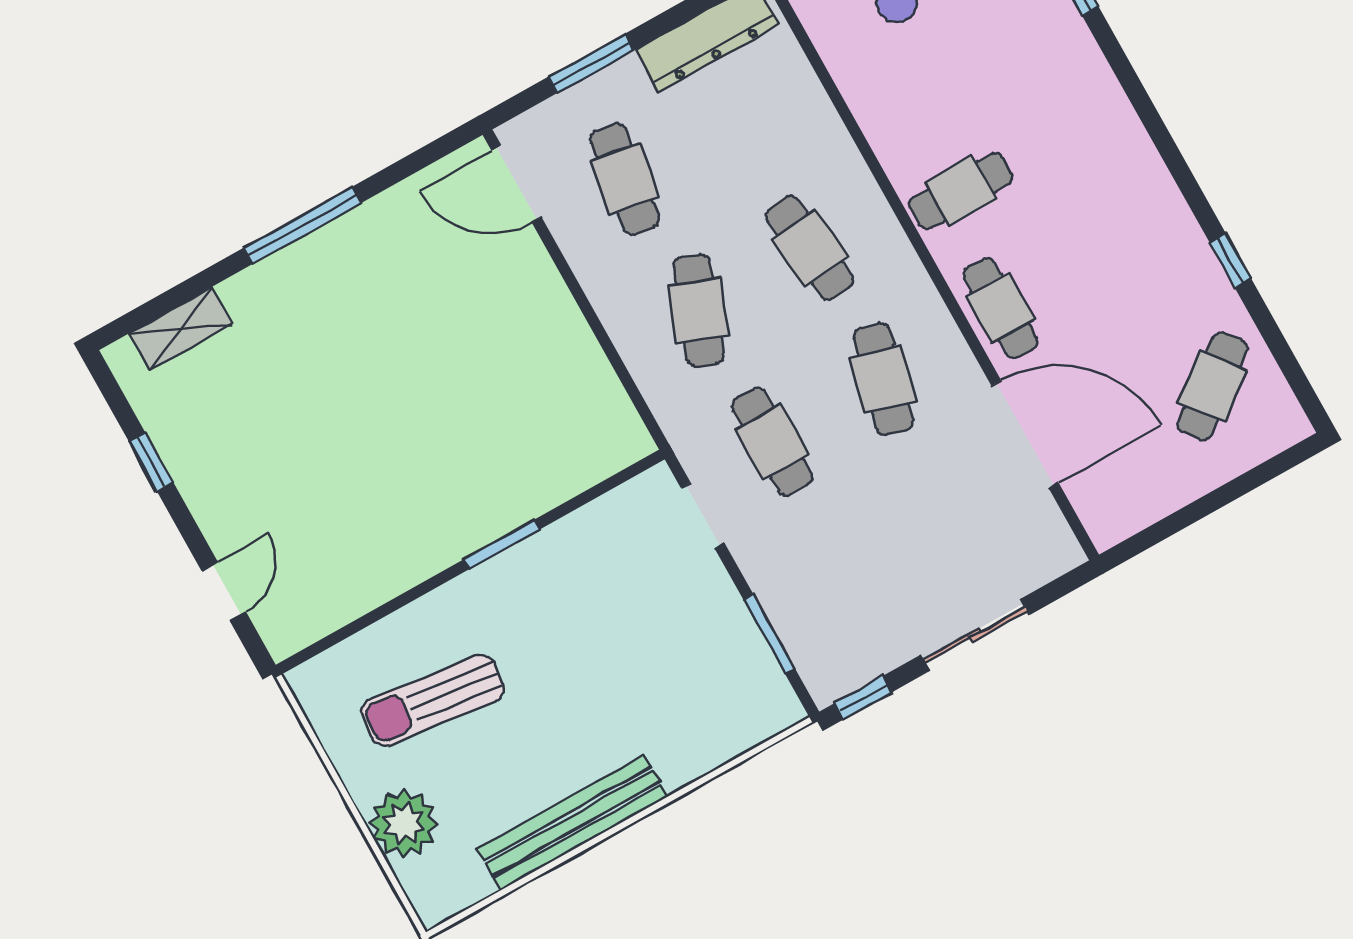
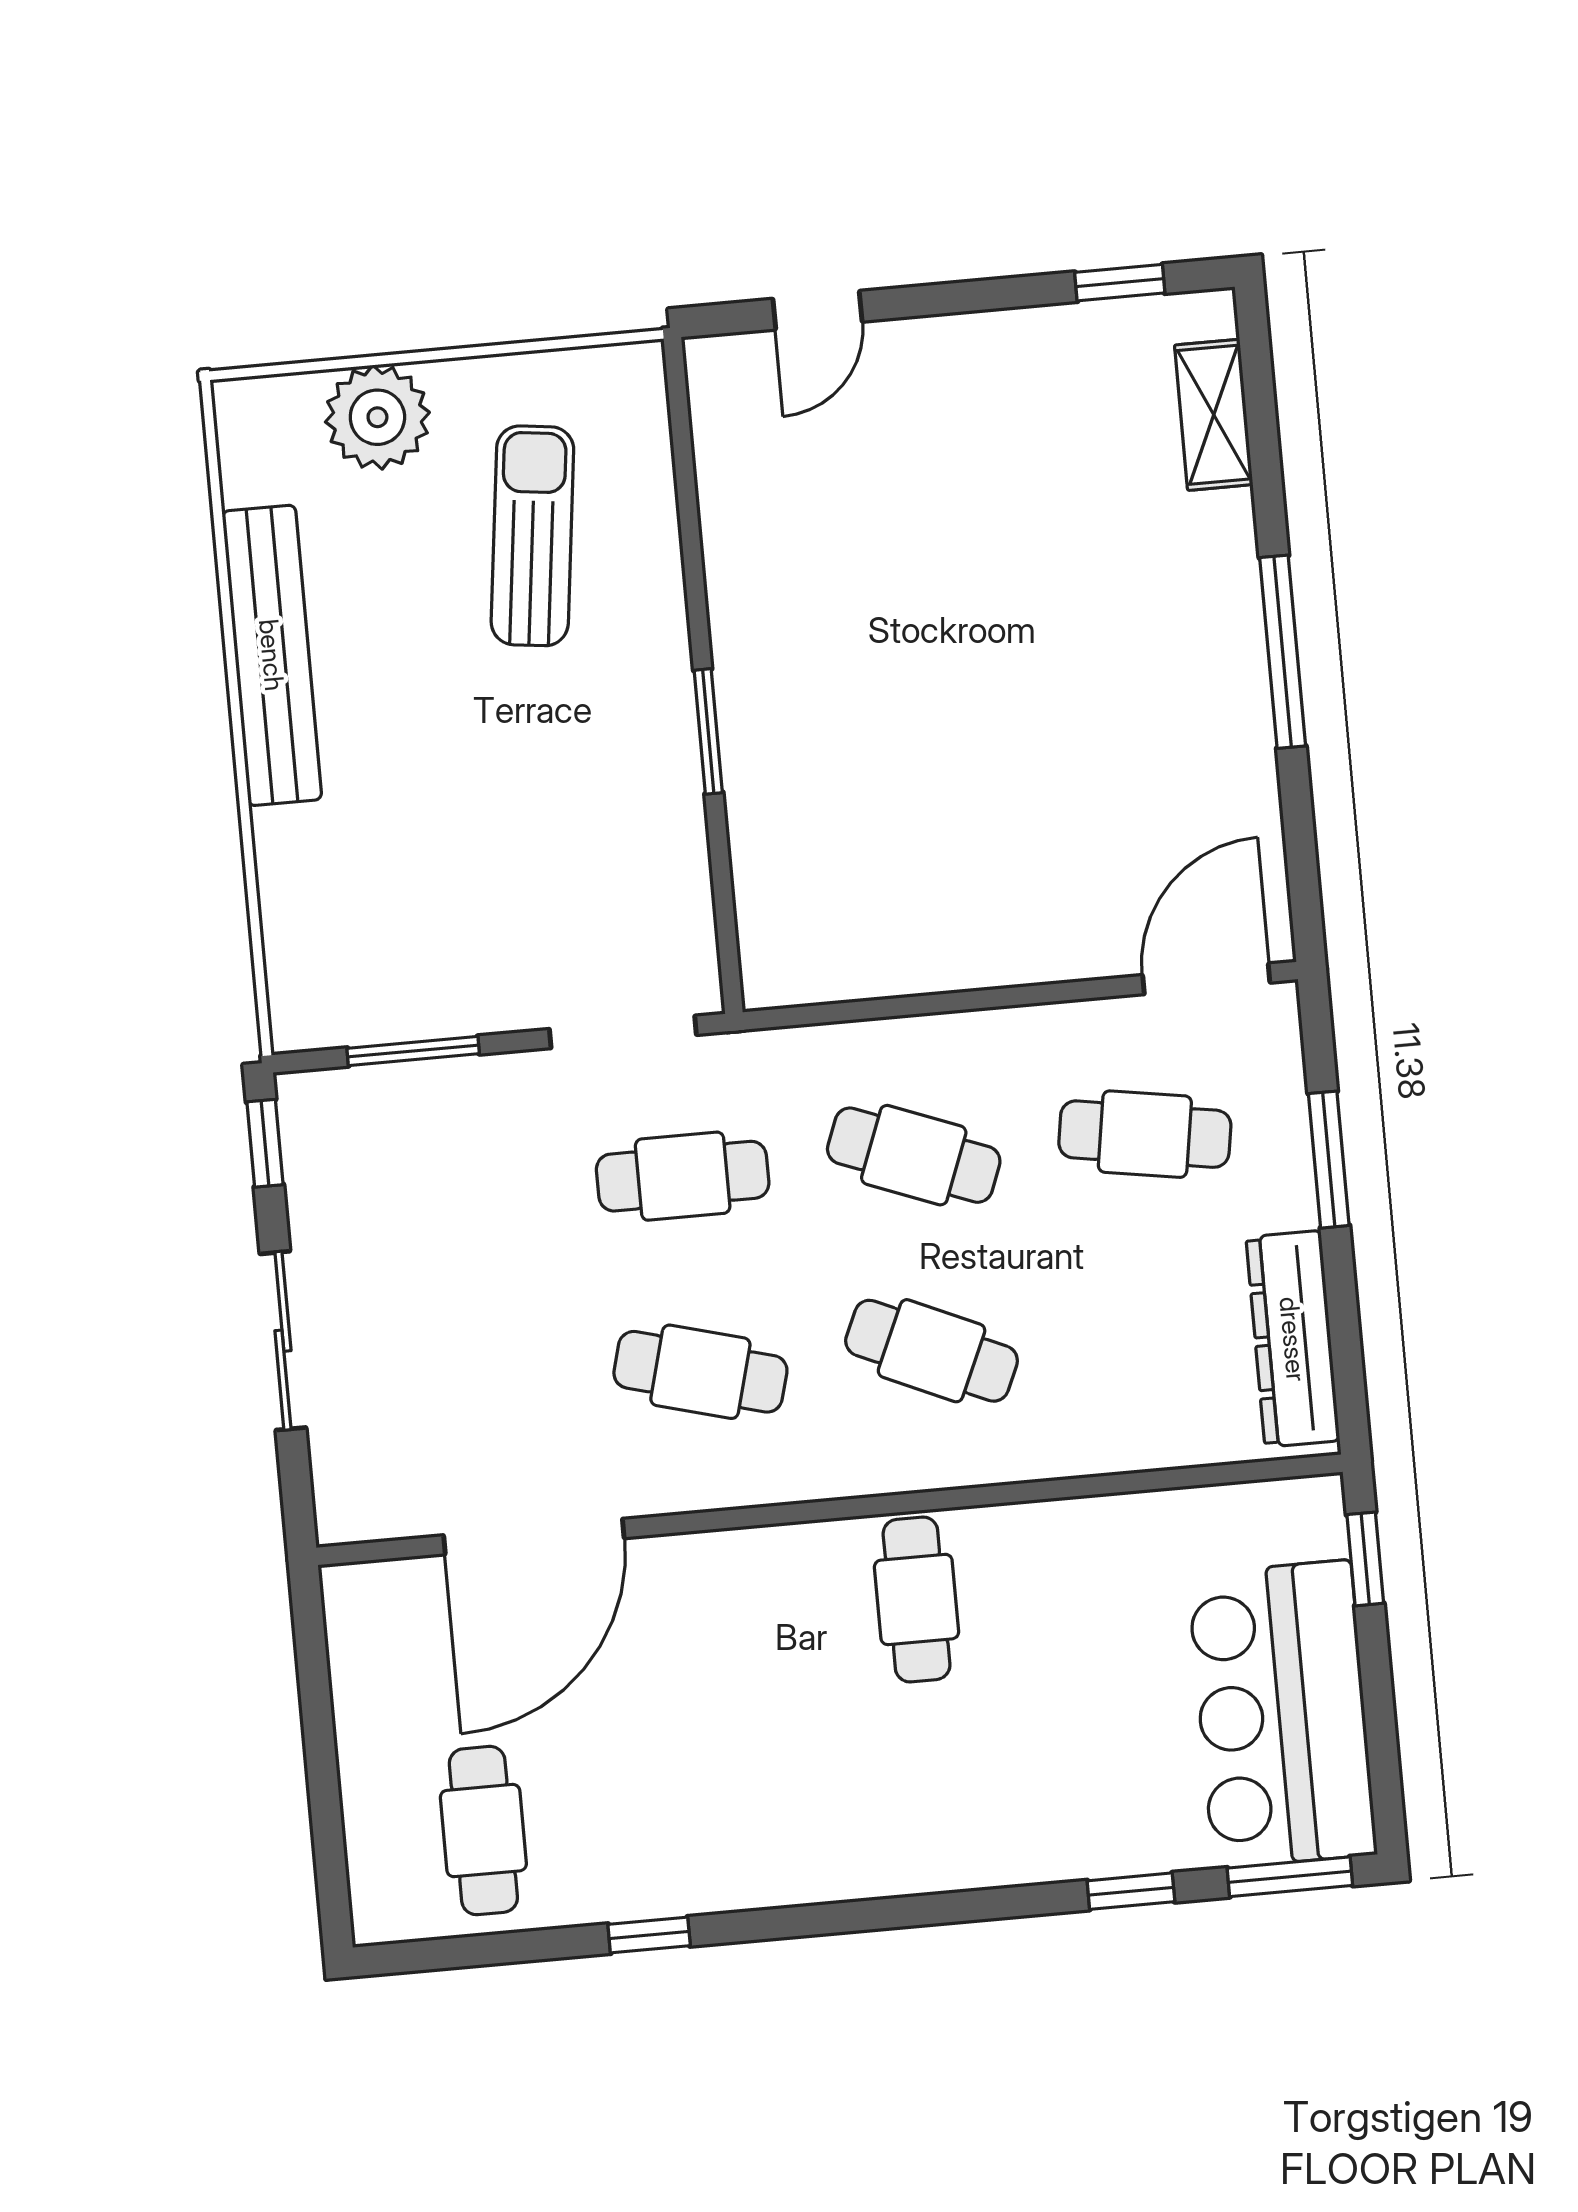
cafe table: (810, 248) -> (932, 1351), turned 30
cafe table: (1000, 308) -> (727, 1581), removed
cafe table: (1212, 386) -> (483, 1831), turned 38
window: (151, 462) -> (1120, 283), moved
doorway: (703, 515) -> (623, 1032), width x1.38
door: (224, 591) -> (817, 310), hinge flipped

